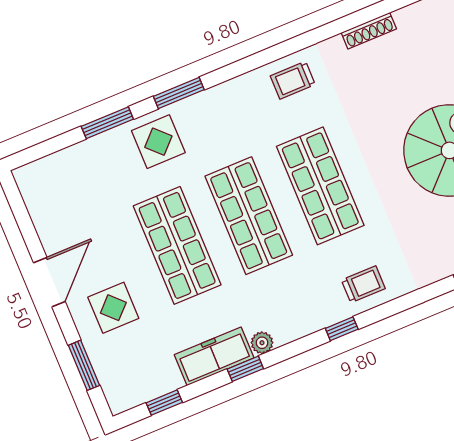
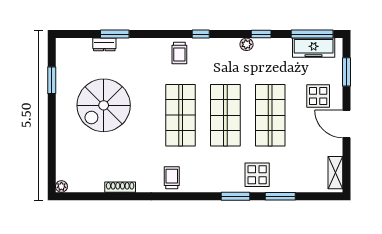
trolley: (293, 80) -> (172, 178), turned -90
shelving: (35, 197) -> (335, 173), added
door: (49, 282) -> (347, 124), hinge flipped
trolley: (363, 284) -> (179, 53), turned -90
freezer: (214, 356) -> (314, 48), moved
window: (164, 403) -> (312, 34), width x2.17

